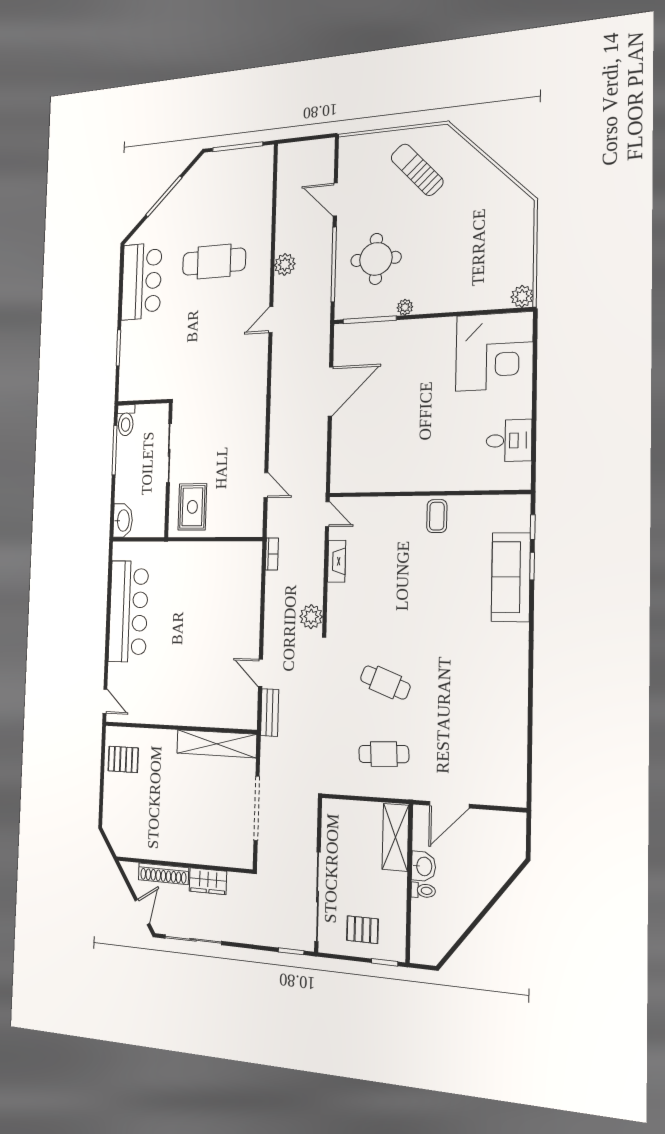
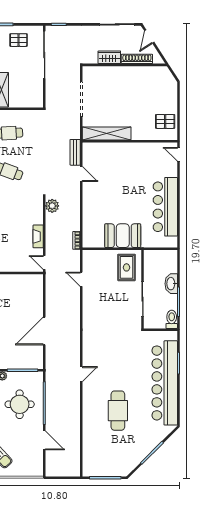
cafe table: (214, 262) -> (118, 411), turned 90
plant: (285, 264) -> (74, 405), removed
bar counter: (142, 281) -> (165, 383), width x1.86
washbasin: (123, 520) -> (171, 284), moved
booth: (197, 562) -> (123, 236), added

